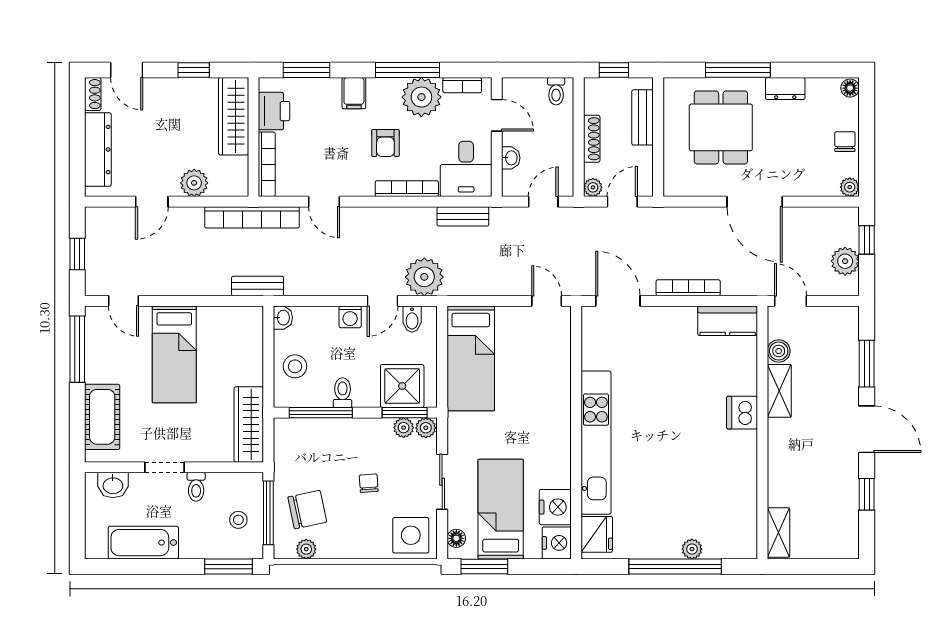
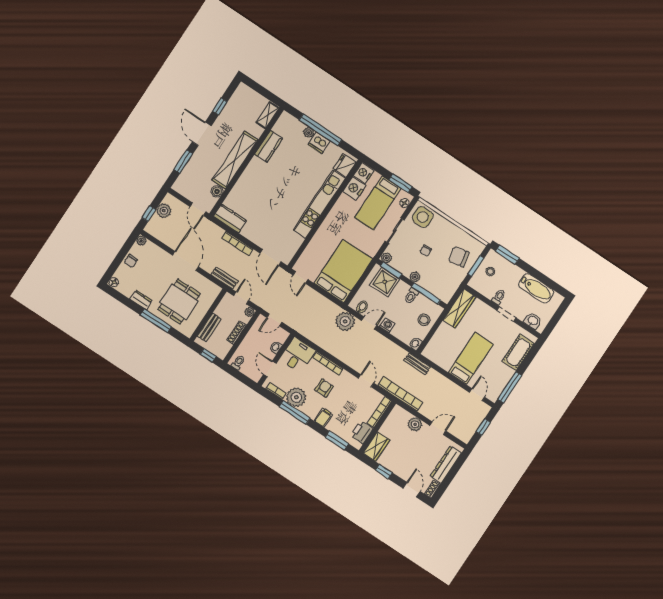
wardrobe: (234, 116) -> (376, 447), width x0.67
door: (622, 202) -> (241, 298), swing flipped
bench: (463, 216) -> (224, 278), moved
bed: (471, 358) -> (343, 271), width x1.50
shelving: (779, 391) -> (235, 160), width x2.20, depth x1.33
dishwasher: (742, 413) -> (319, 143), moved, turned 90
plant: (404, 428) -> (415, 277), moved
kitchen counter: (743, 482) -> (269, 146), added
window: (268, 513) -> (476, 266), width x0.69
plant: (306, 549) -> (470, 240), removed

